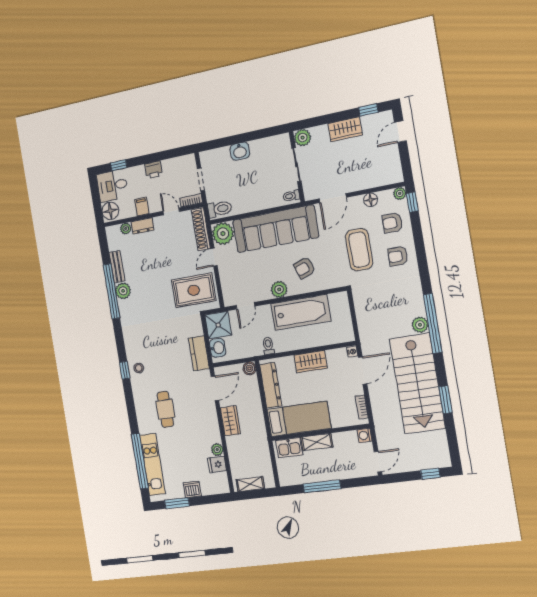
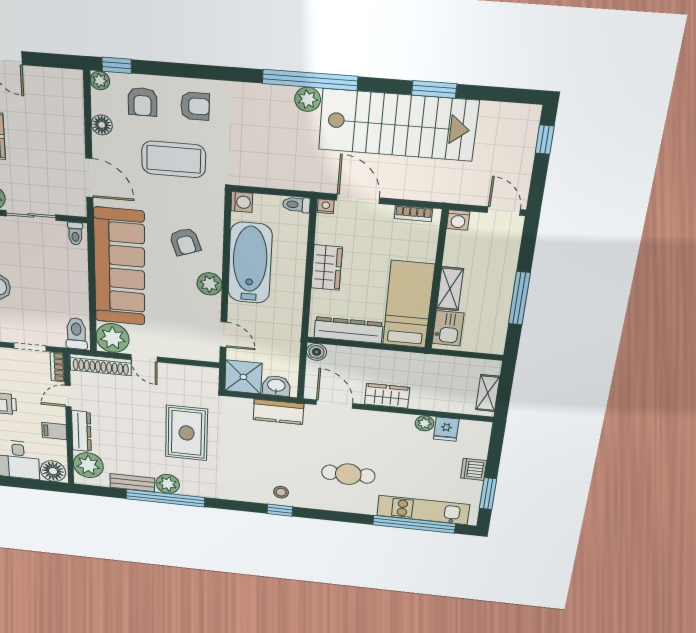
dresser: (143, 226) -> (81, 431), width x1.44
plant: (126, 228) -> (88, 465), width x1.88, depth x1.88
armchair: (398, 256) -> (195, 106), turned -90
rug: (194, 290) -> (187, 433), moved
washing machine: (341, 298) -> (242, 202), added
toilet: (268, 346) -> (296, 205), moved

